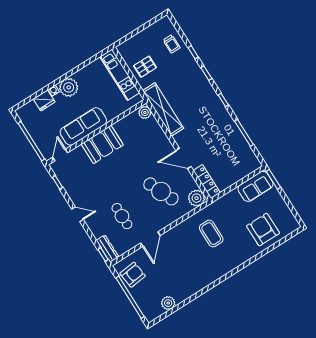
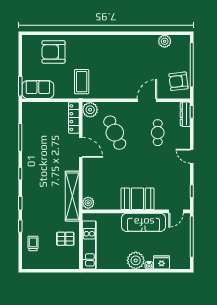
armchair: (263, 230) -> (53, 52), turned 90
coffee table: (211, 234) -> (82, 82), moved

